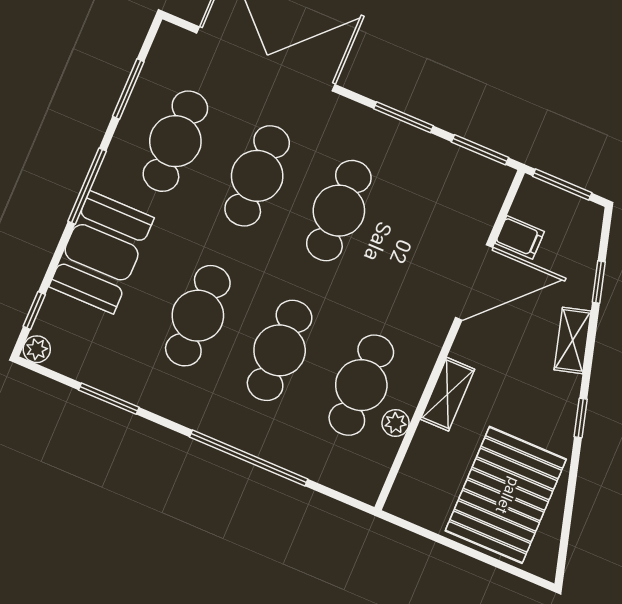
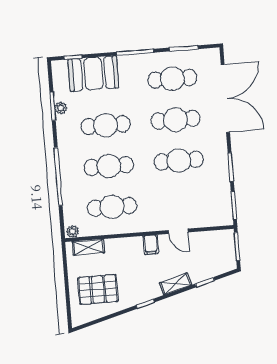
filing cabinet: (520, 237) -> (151, 245), moved
booth: (102, 252) -> (93, 74), moved
door: (474, 282) -> (178, 231), width x0.53
plant: (37, 349) -> (61, 108), moved
shelving: (447, 394) -> (88, 247), moved
plant: (396, 423) -> (73, 231), moved
pallet: (506, 495) -> (98, 290), width x0.73, depth x0.71

